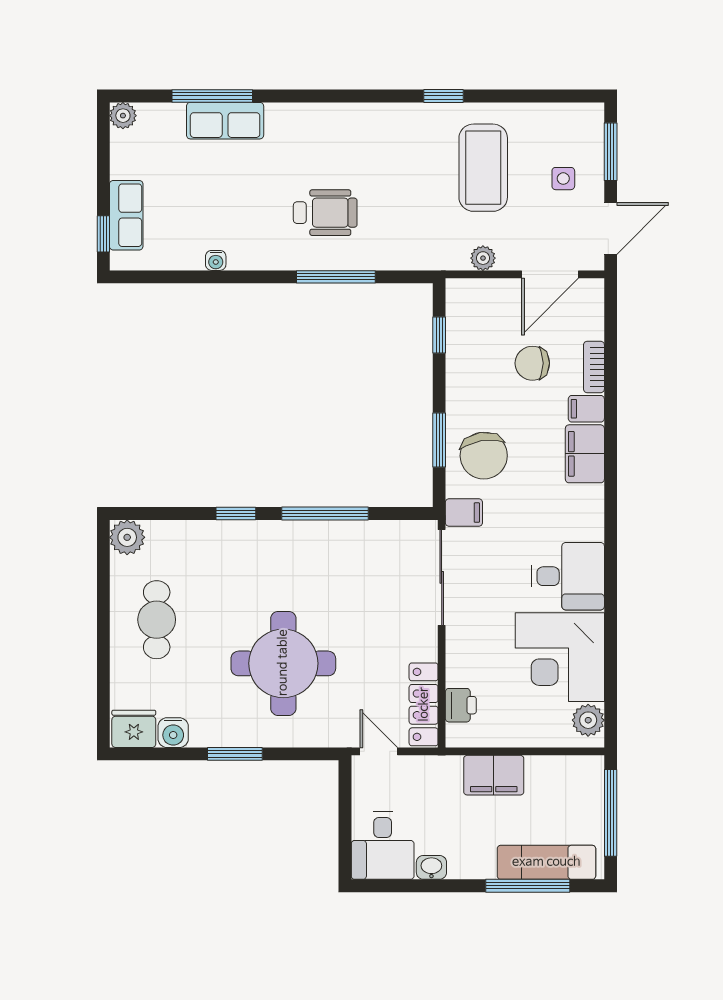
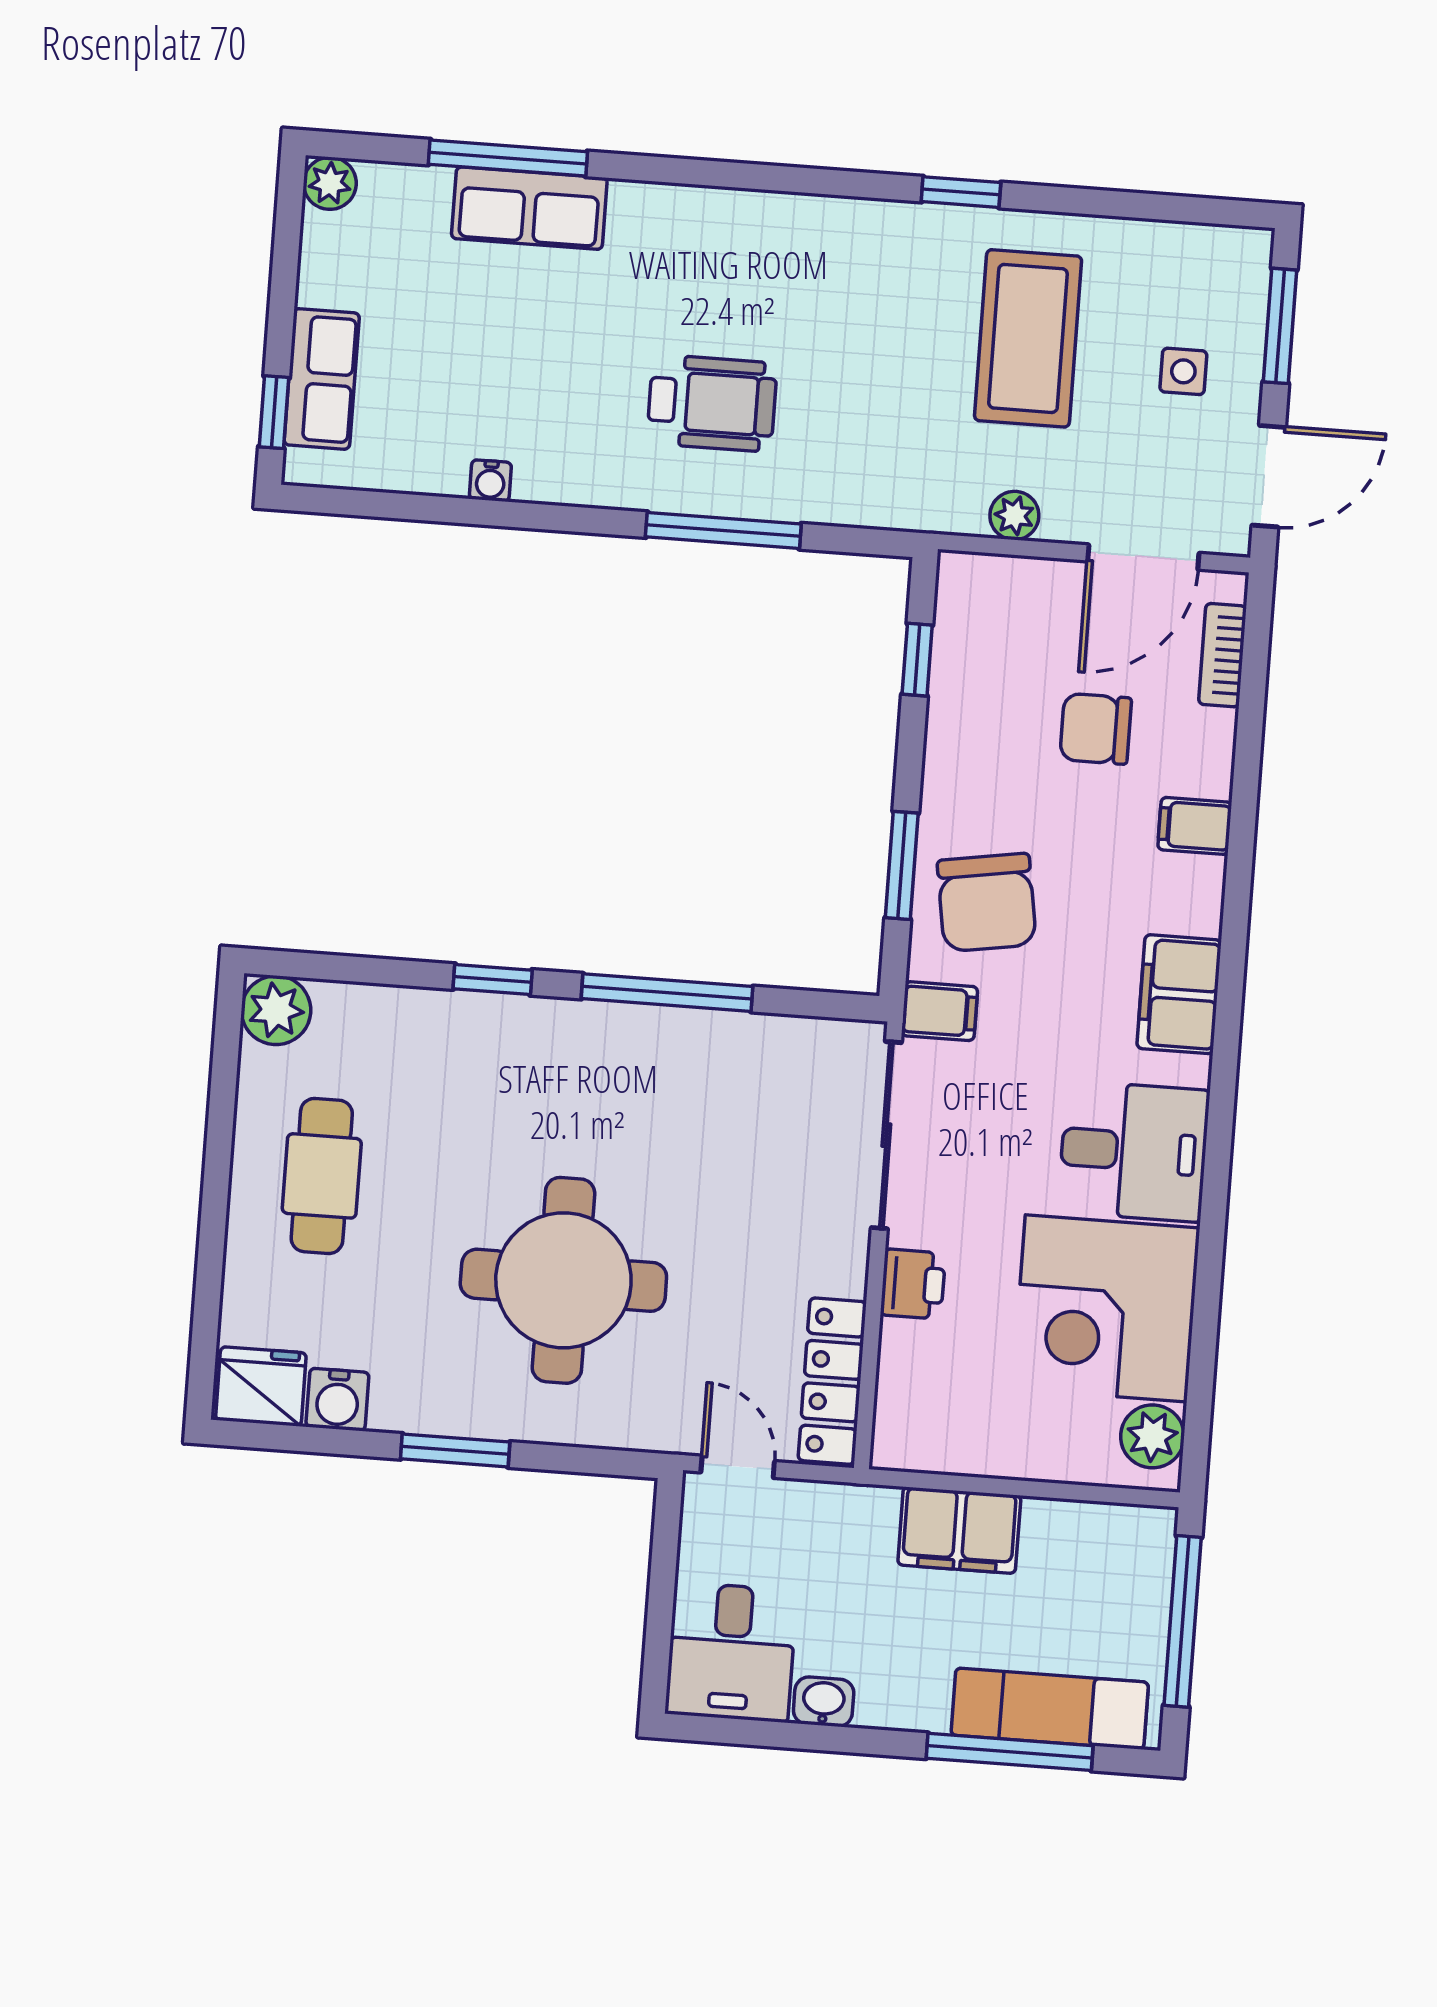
bookcase: (594, 367) -> (1223, 655), moved
filing cabinet: (585, 454) -> (1179, 994), moved
printer: (461, 705) -> (913, 1284), moved

